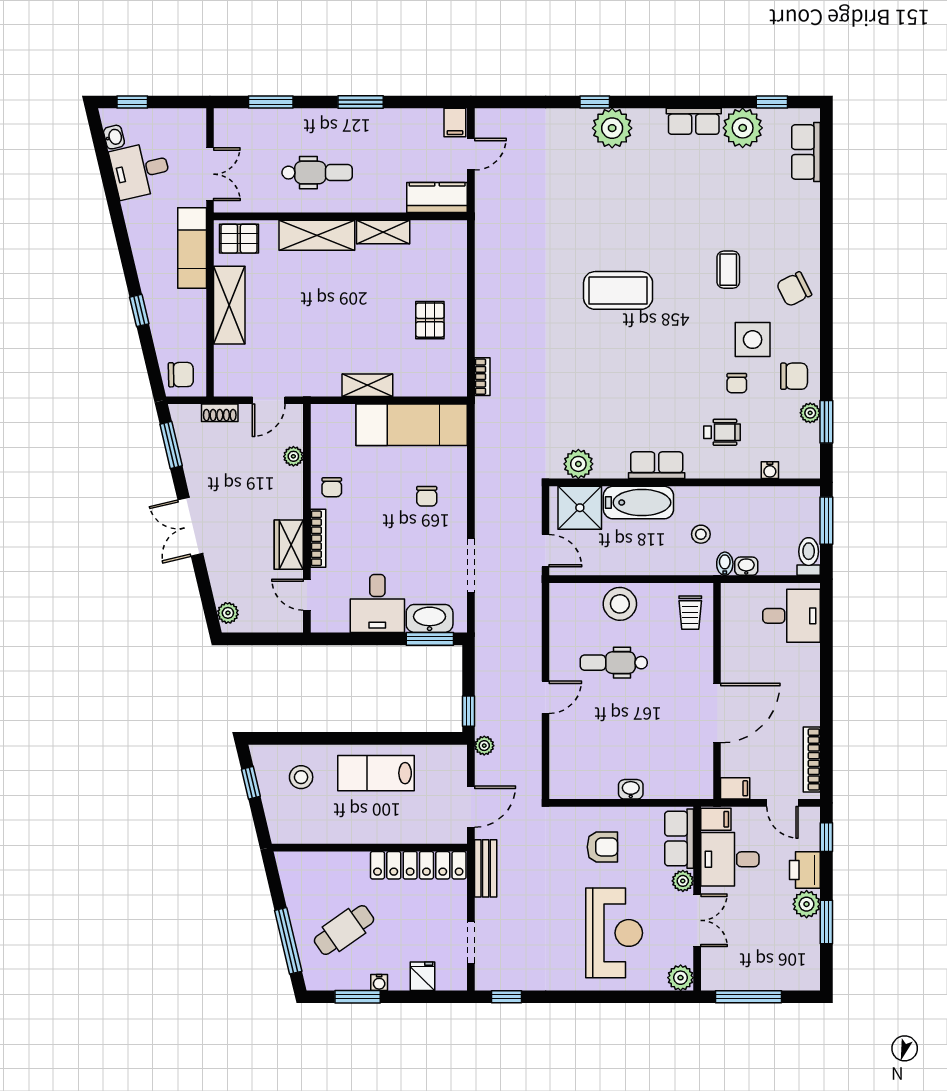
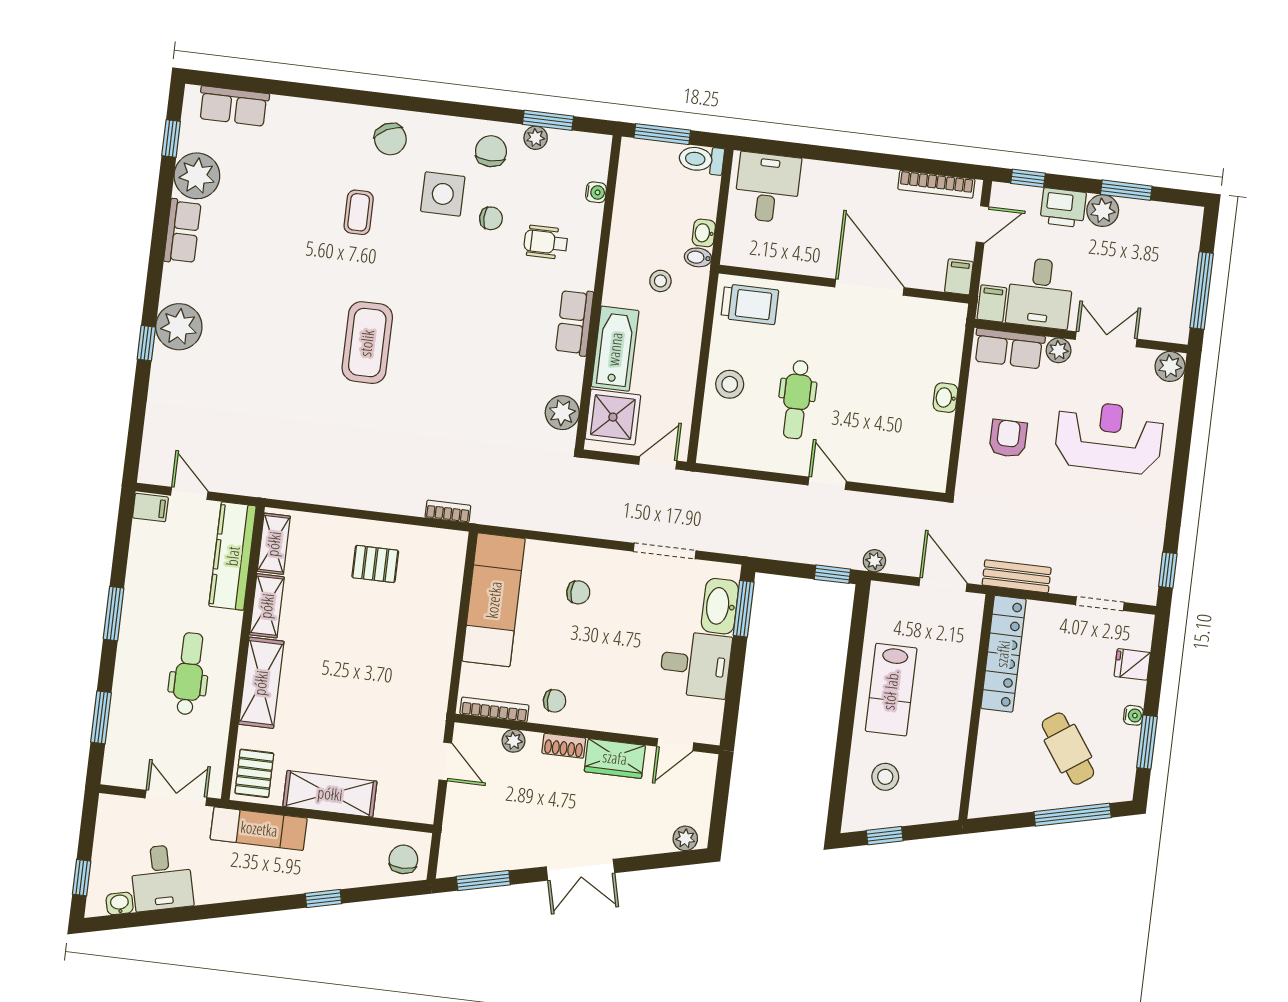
kitchen counter: (437, 198) -> (233, 556), width x1.50
coffee table: (728, 270) -> (359, 212), turned 90
shelving: (367, 385) -> (274, 544), moved
shoe rack: (220, 413) -> (564, 746), moved, turned 90
wheelchair: (722, 432) -> (546, 242), turned -90
bookcase: (318, 538) -> (494, 710), moved
stool: (620, 604) -> (730, 384), width x0.73, depth x0.73
trolley: (690, 613) -> (750, 304), width x1.36, depth x1.39

